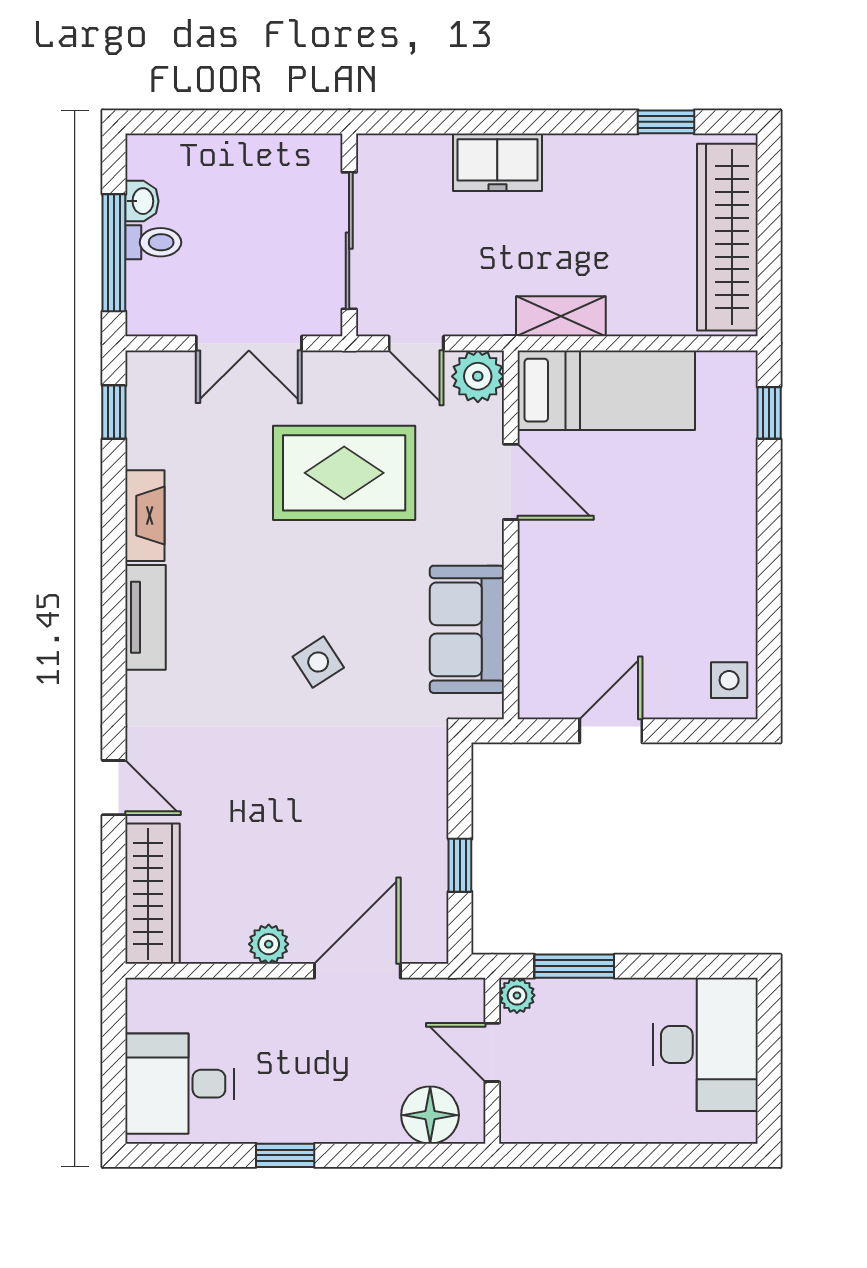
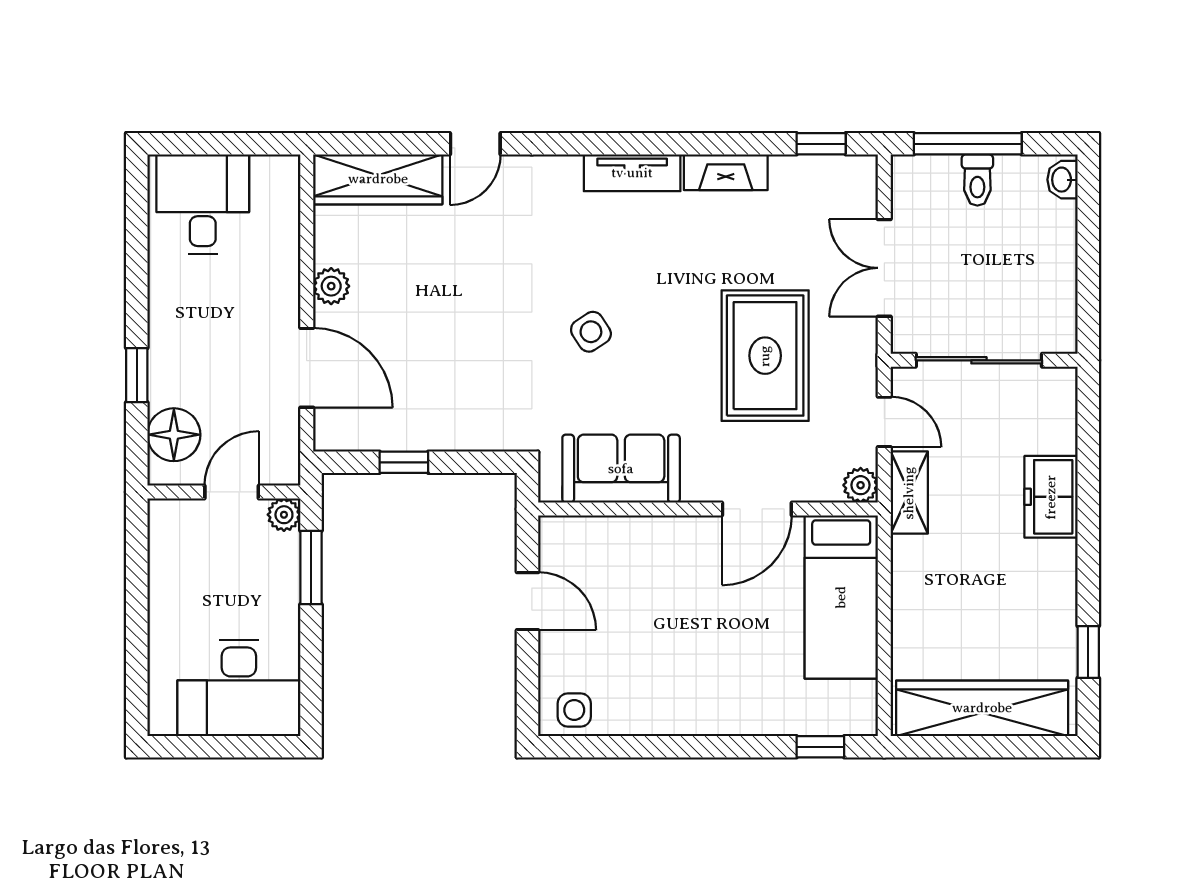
washbasin: (142, 201) -> (1062, 180), moved, turned 90
shelving: (561, 316) -> (909, 493), moved
door: (416, 343) -> (884, 422), swing flipped
plant: (478, 376) -> (861, 485), width x0.73, depth x0.73
window: (285, 1155) -> (137, 375), moved

